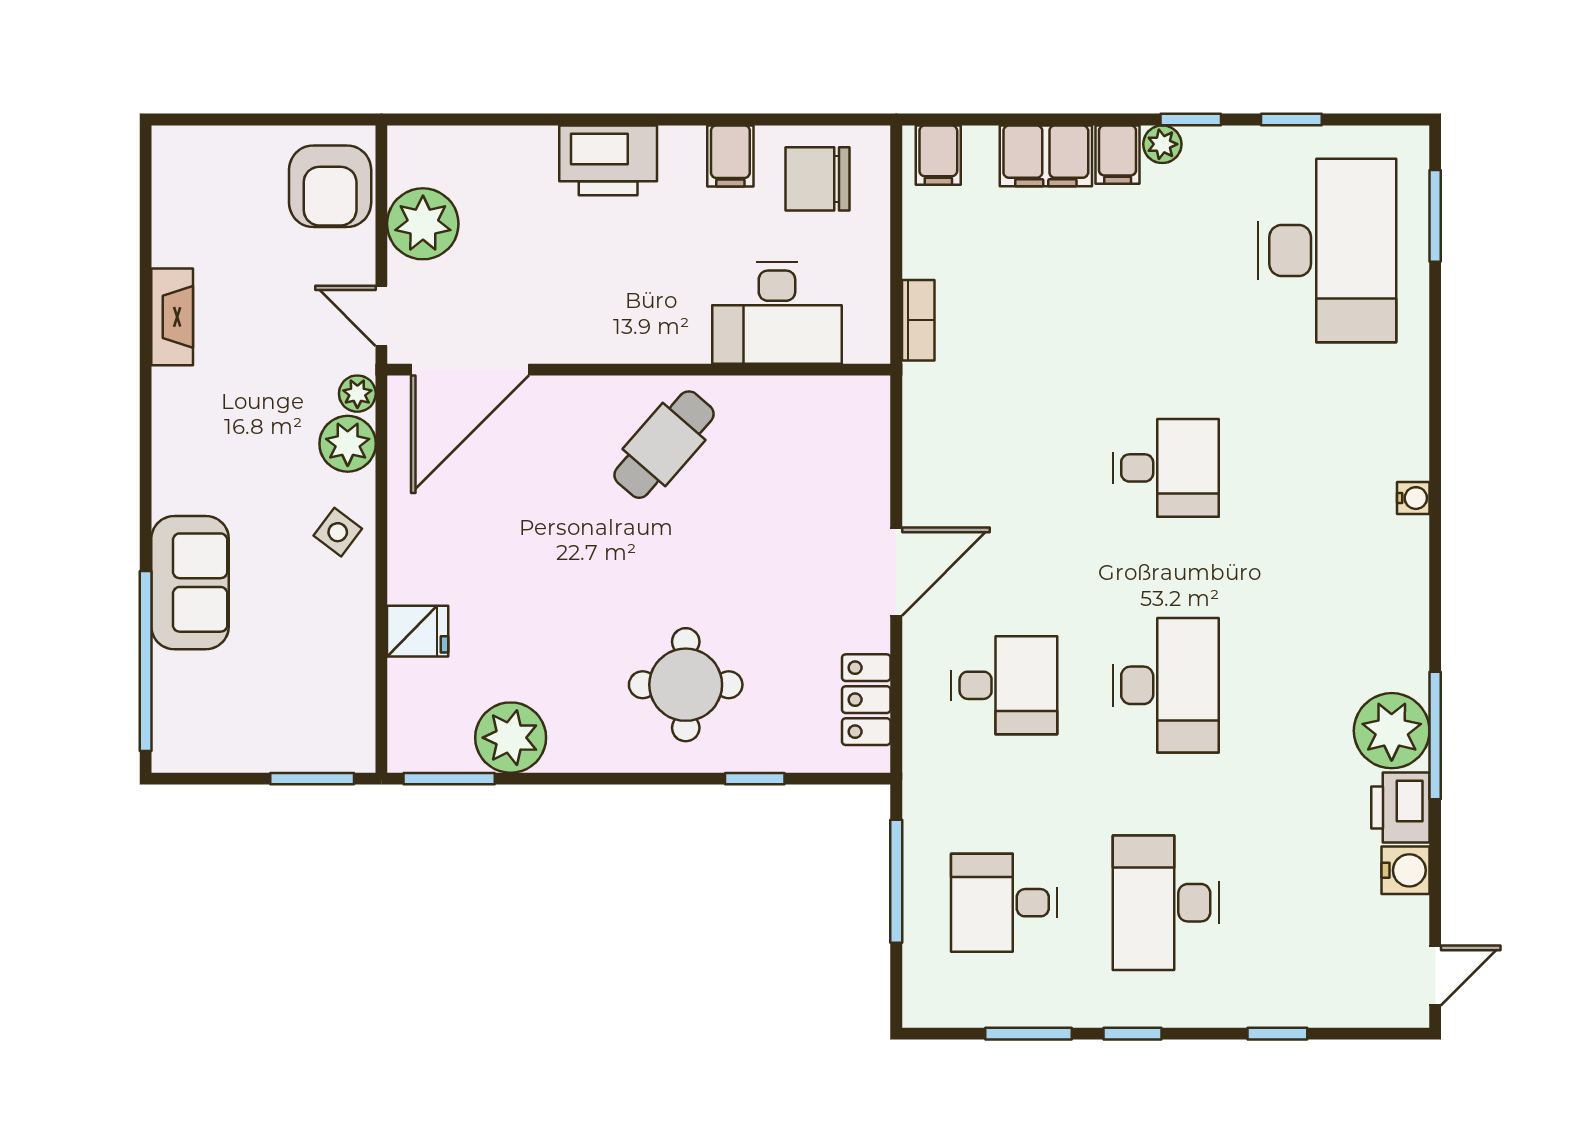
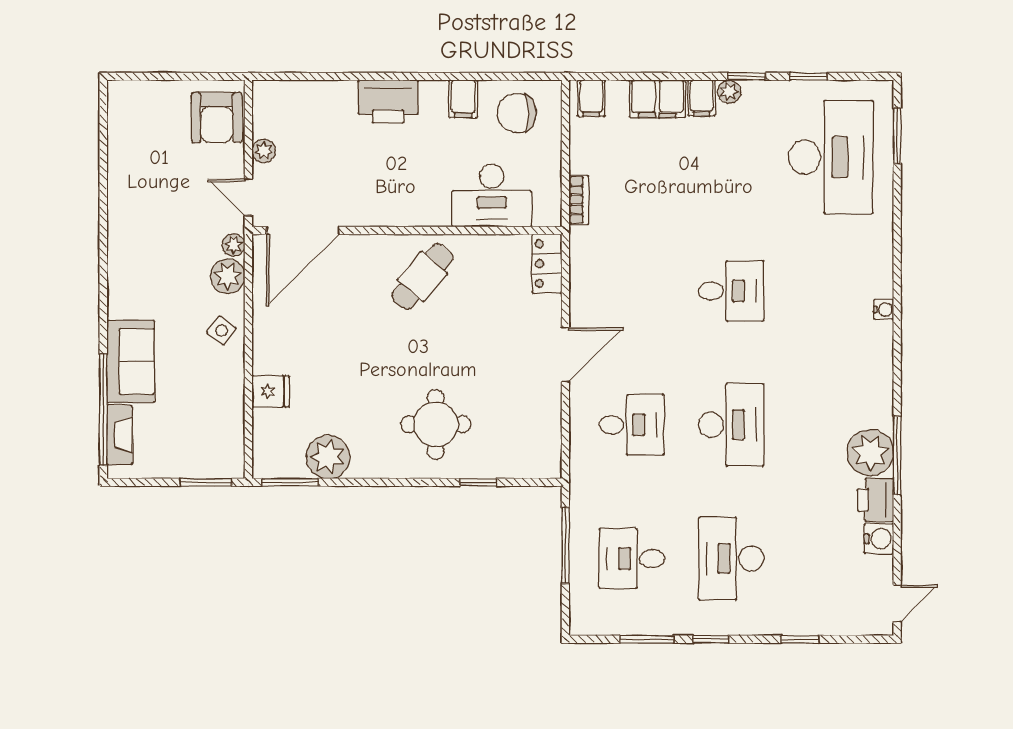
plant: (423, 224) -> (264, 151), width x0.53, depth x0.53
fireplace: (172, 317) -> (120, 435), moved
locker: (866, 700) -> (547, 264), moved

